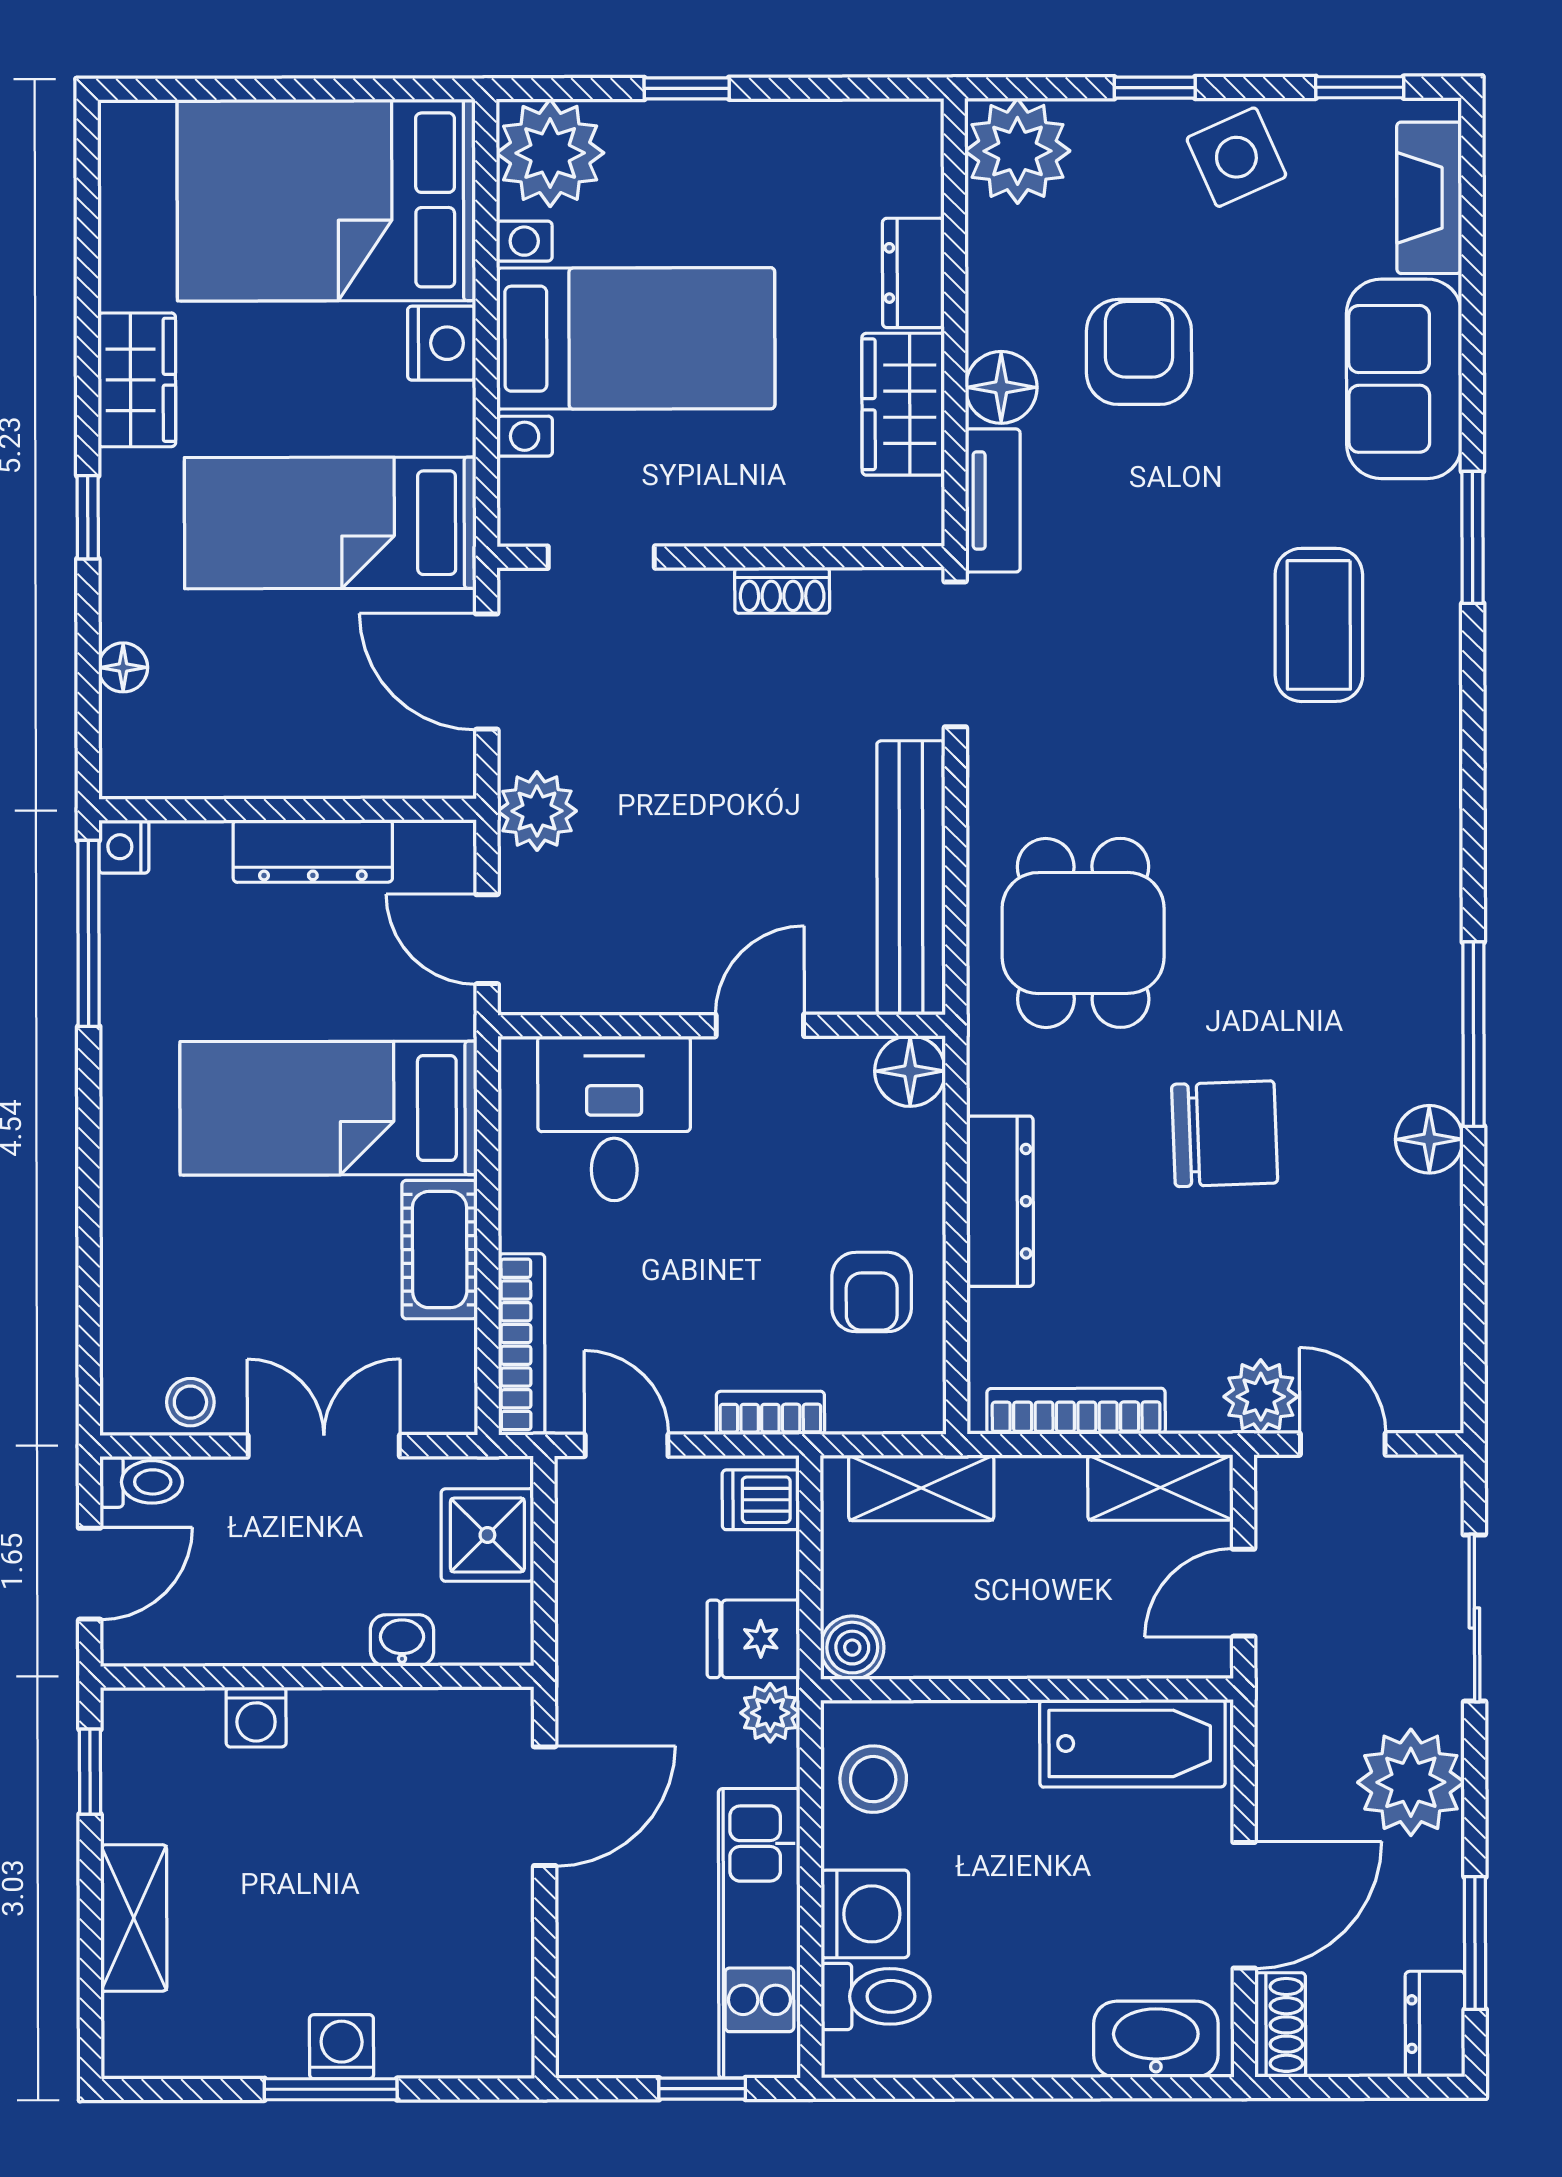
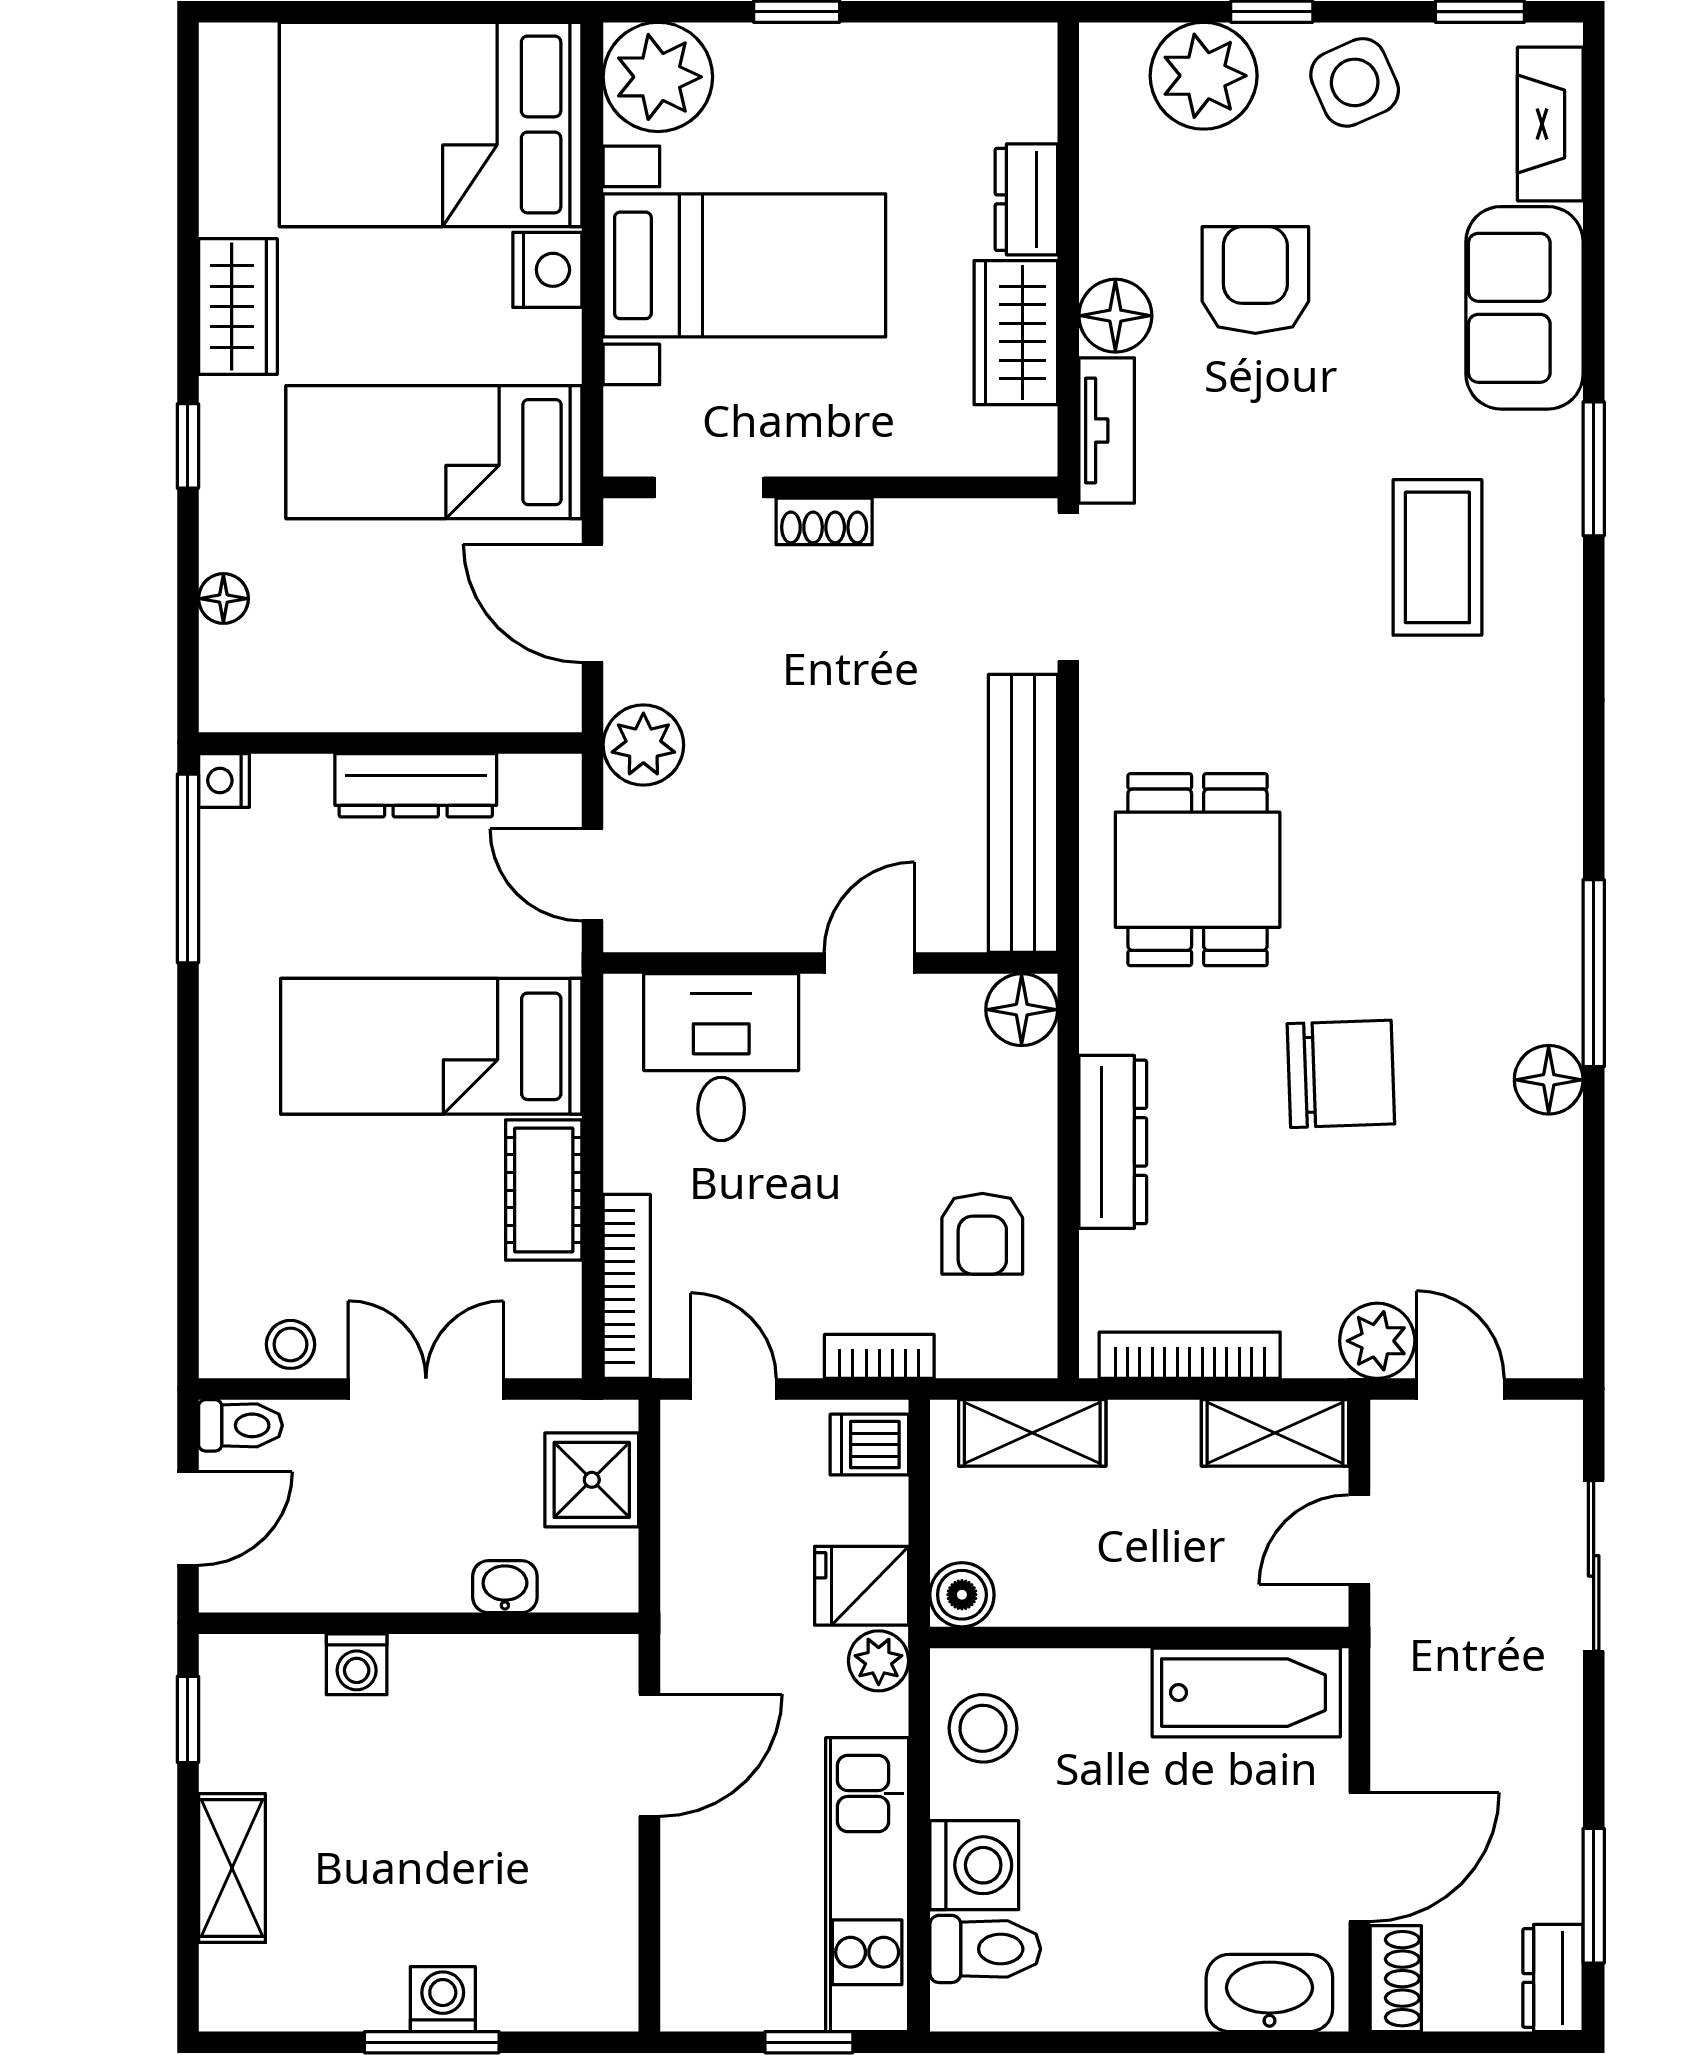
plant: (1017, 151) -> (1204, 76), moved
shoe rack: (782, 590) -> (824, 521), moved
plant: (1411, 1782) -> (1529, 1733), removed

